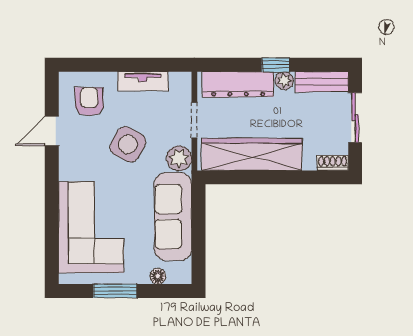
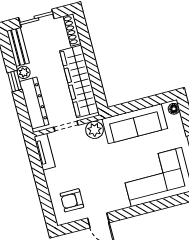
tv unit: (143, 81) -> (45, 152), moved
side table: (128, 144) -> (94, 167), removed
shoe rack: (333, 163) -> (72, 30), width x1.43
floor lamp: (158, 276) -> (174, 109), moved

